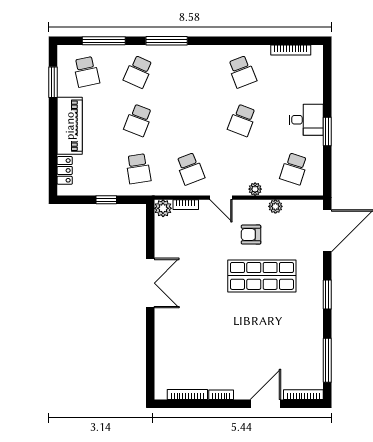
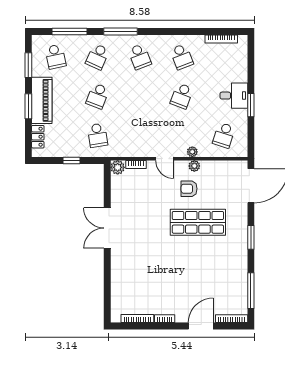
window: (53, 133) -> (28, 106), added
school desk: (190, 169) -> (140, 57), moved
plant: (275, 206) -> (194, 166), moved
double door: (150, 283) -> (107, 228), swing flipped

